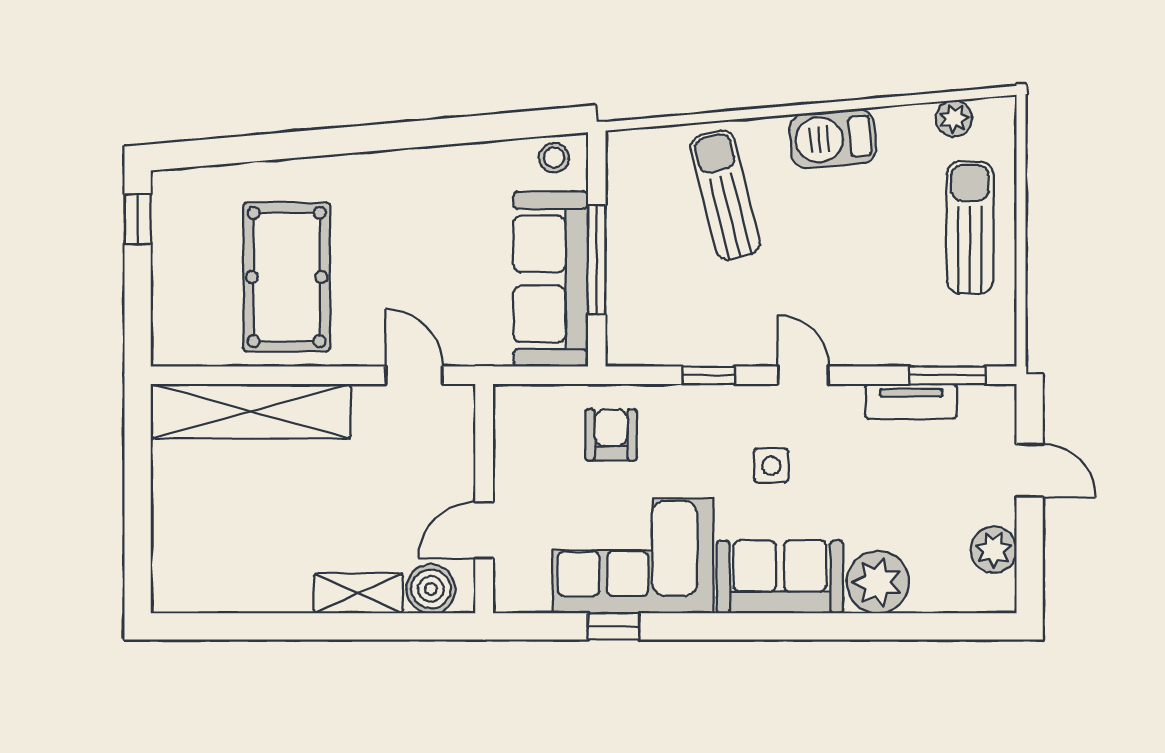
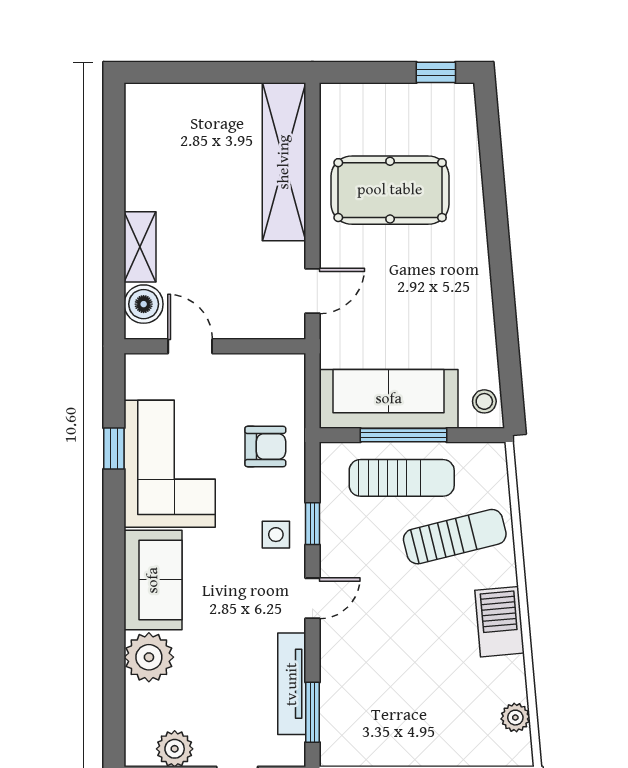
sun lounger: (970, 227) -> (402, 478), moved
tv unit: (911, 401) -> (292, 684), width x1.41
side table: (771, 466) -> (276, 535), moved

